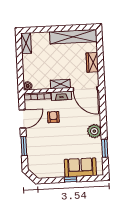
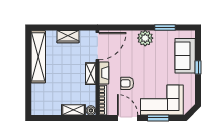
shelving: (26, 43) -> (73, 110), moved
corner sofa: (40, 149) -> (162, 100), added

